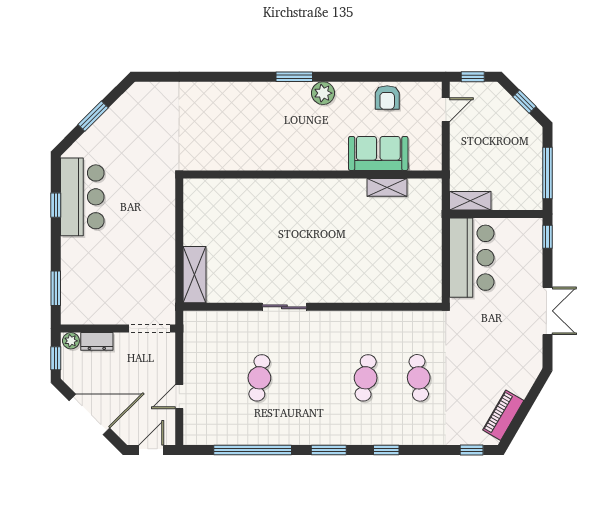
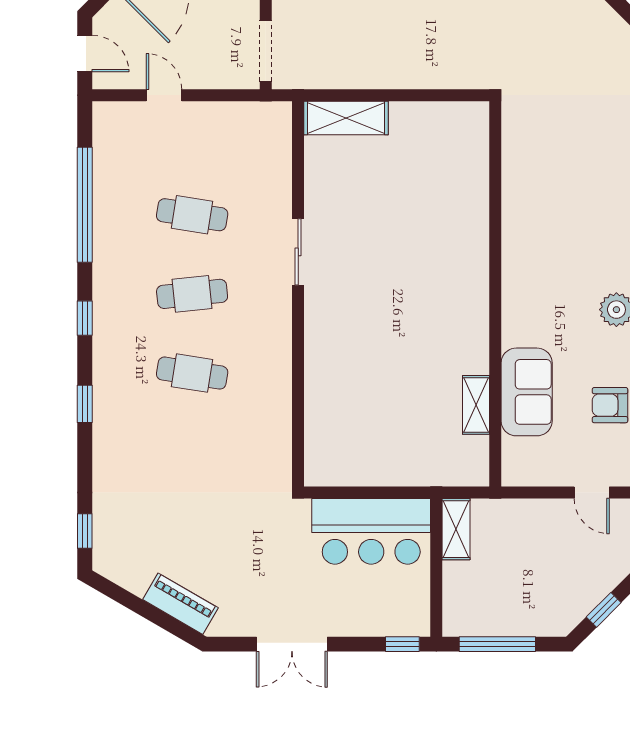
cafe table: (419, 378) -> (192, 294), moved
piano: (503, 415) -> (180, 604), moved
window: (329, 450) -> (85, 318), width x0.67

